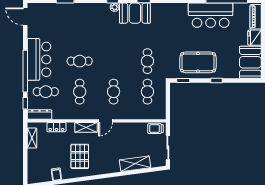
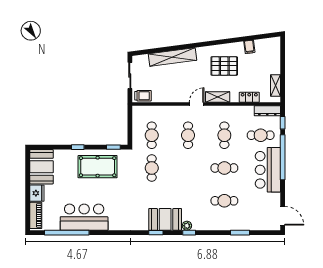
cafe table: (80, 31) -> (224, 201), added
pallet: (80, 156) -> (224, 66), turned 90
shelving: (135, 164) -> (172, 57), width x1.47

